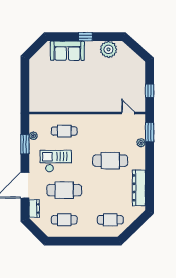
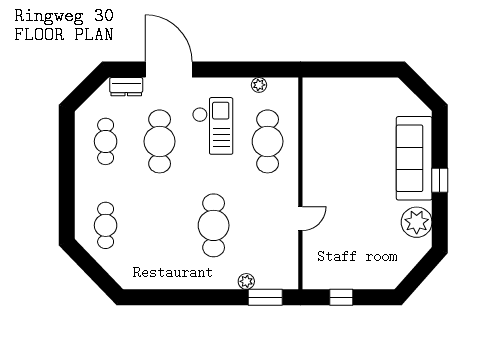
sofa: (67, 51) -> (414, 158), width x1.36
door: (128, 113) -> (300, 219), moved
cafe table: (64, 131) -> (268, 141), width x1.37, depth x1.35
window: (25, 144) -> (243, 70), removed
dresser: (139, 188) -> (164, 278), removed

